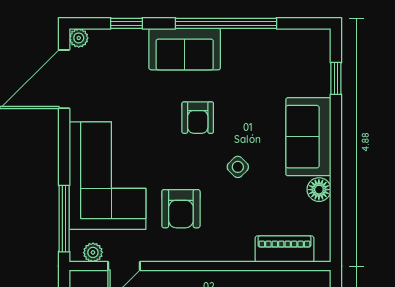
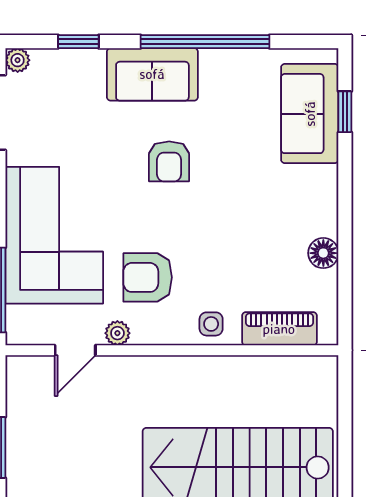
sofa: (308, 137) -> (310, 114), moved
side table: (238, 167) -> (211, 324), moved, turned 45
armchair: (181, 209) -> (148, 277), turned 90
plant: (93, 252) -> (117, 333), moved

